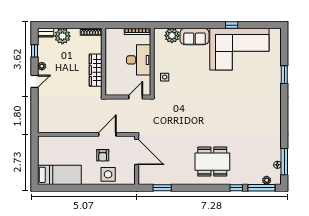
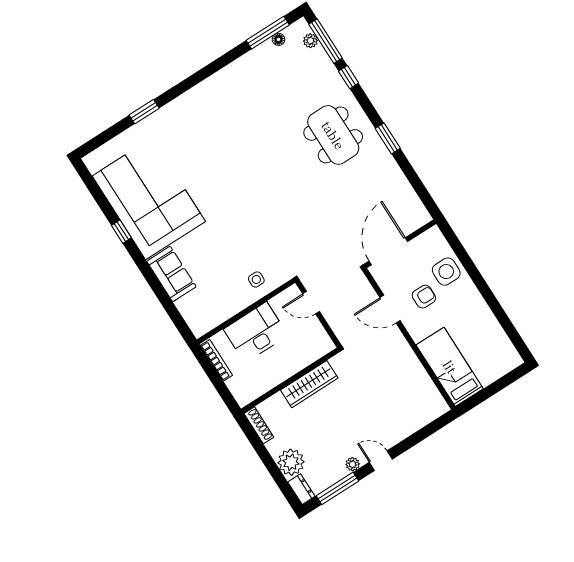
plant: (172, 36) -> (191, 307), removed
window: (35, 51) -> (337, 488), width x2.17
bed: (59, 175) -> (450, 367), moved
window: (162, 188) -> (388, 138), moved

